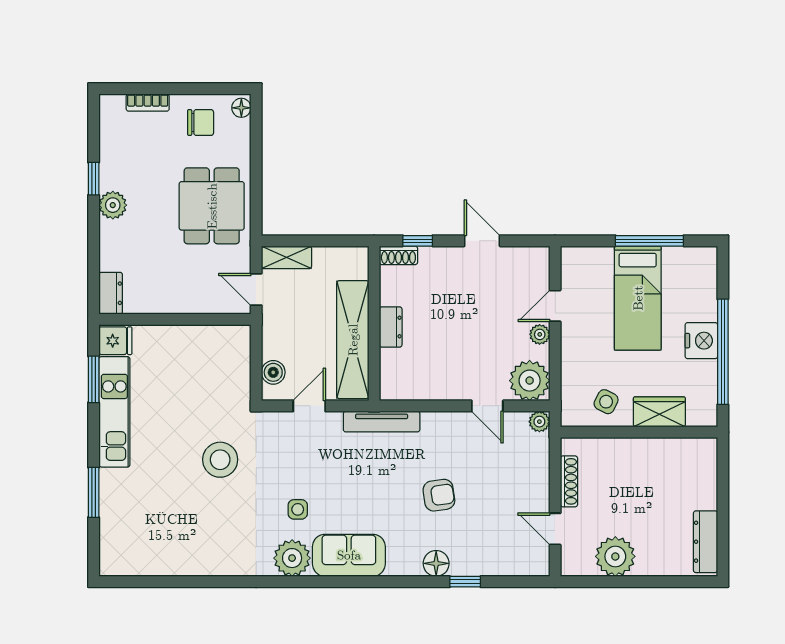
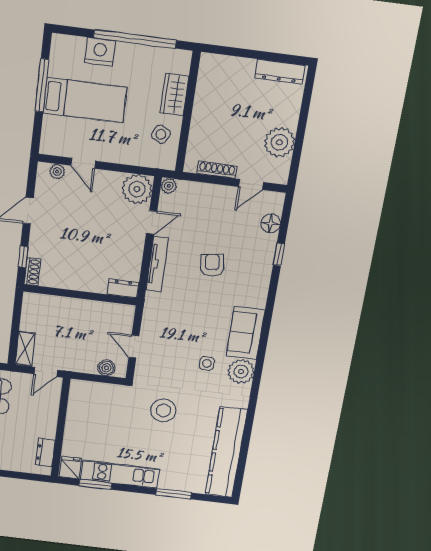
dresser: (111, 293) -> (45, 453), moved, turned -90
dresser: (391, 327) -> (123, 288), moved
plant: (540, 334) -> (57, 172), moved
shelving: (353, 340) -> (90, 311), removed
nightstand: (701, 341) -> (100, 52), moved
tv unit: (382, 422) -> (157, 264), moved
kitchen counter: (168, 557) -> (226, 452), added
floor lamp: (436, 563) -> (271, 223), moved

